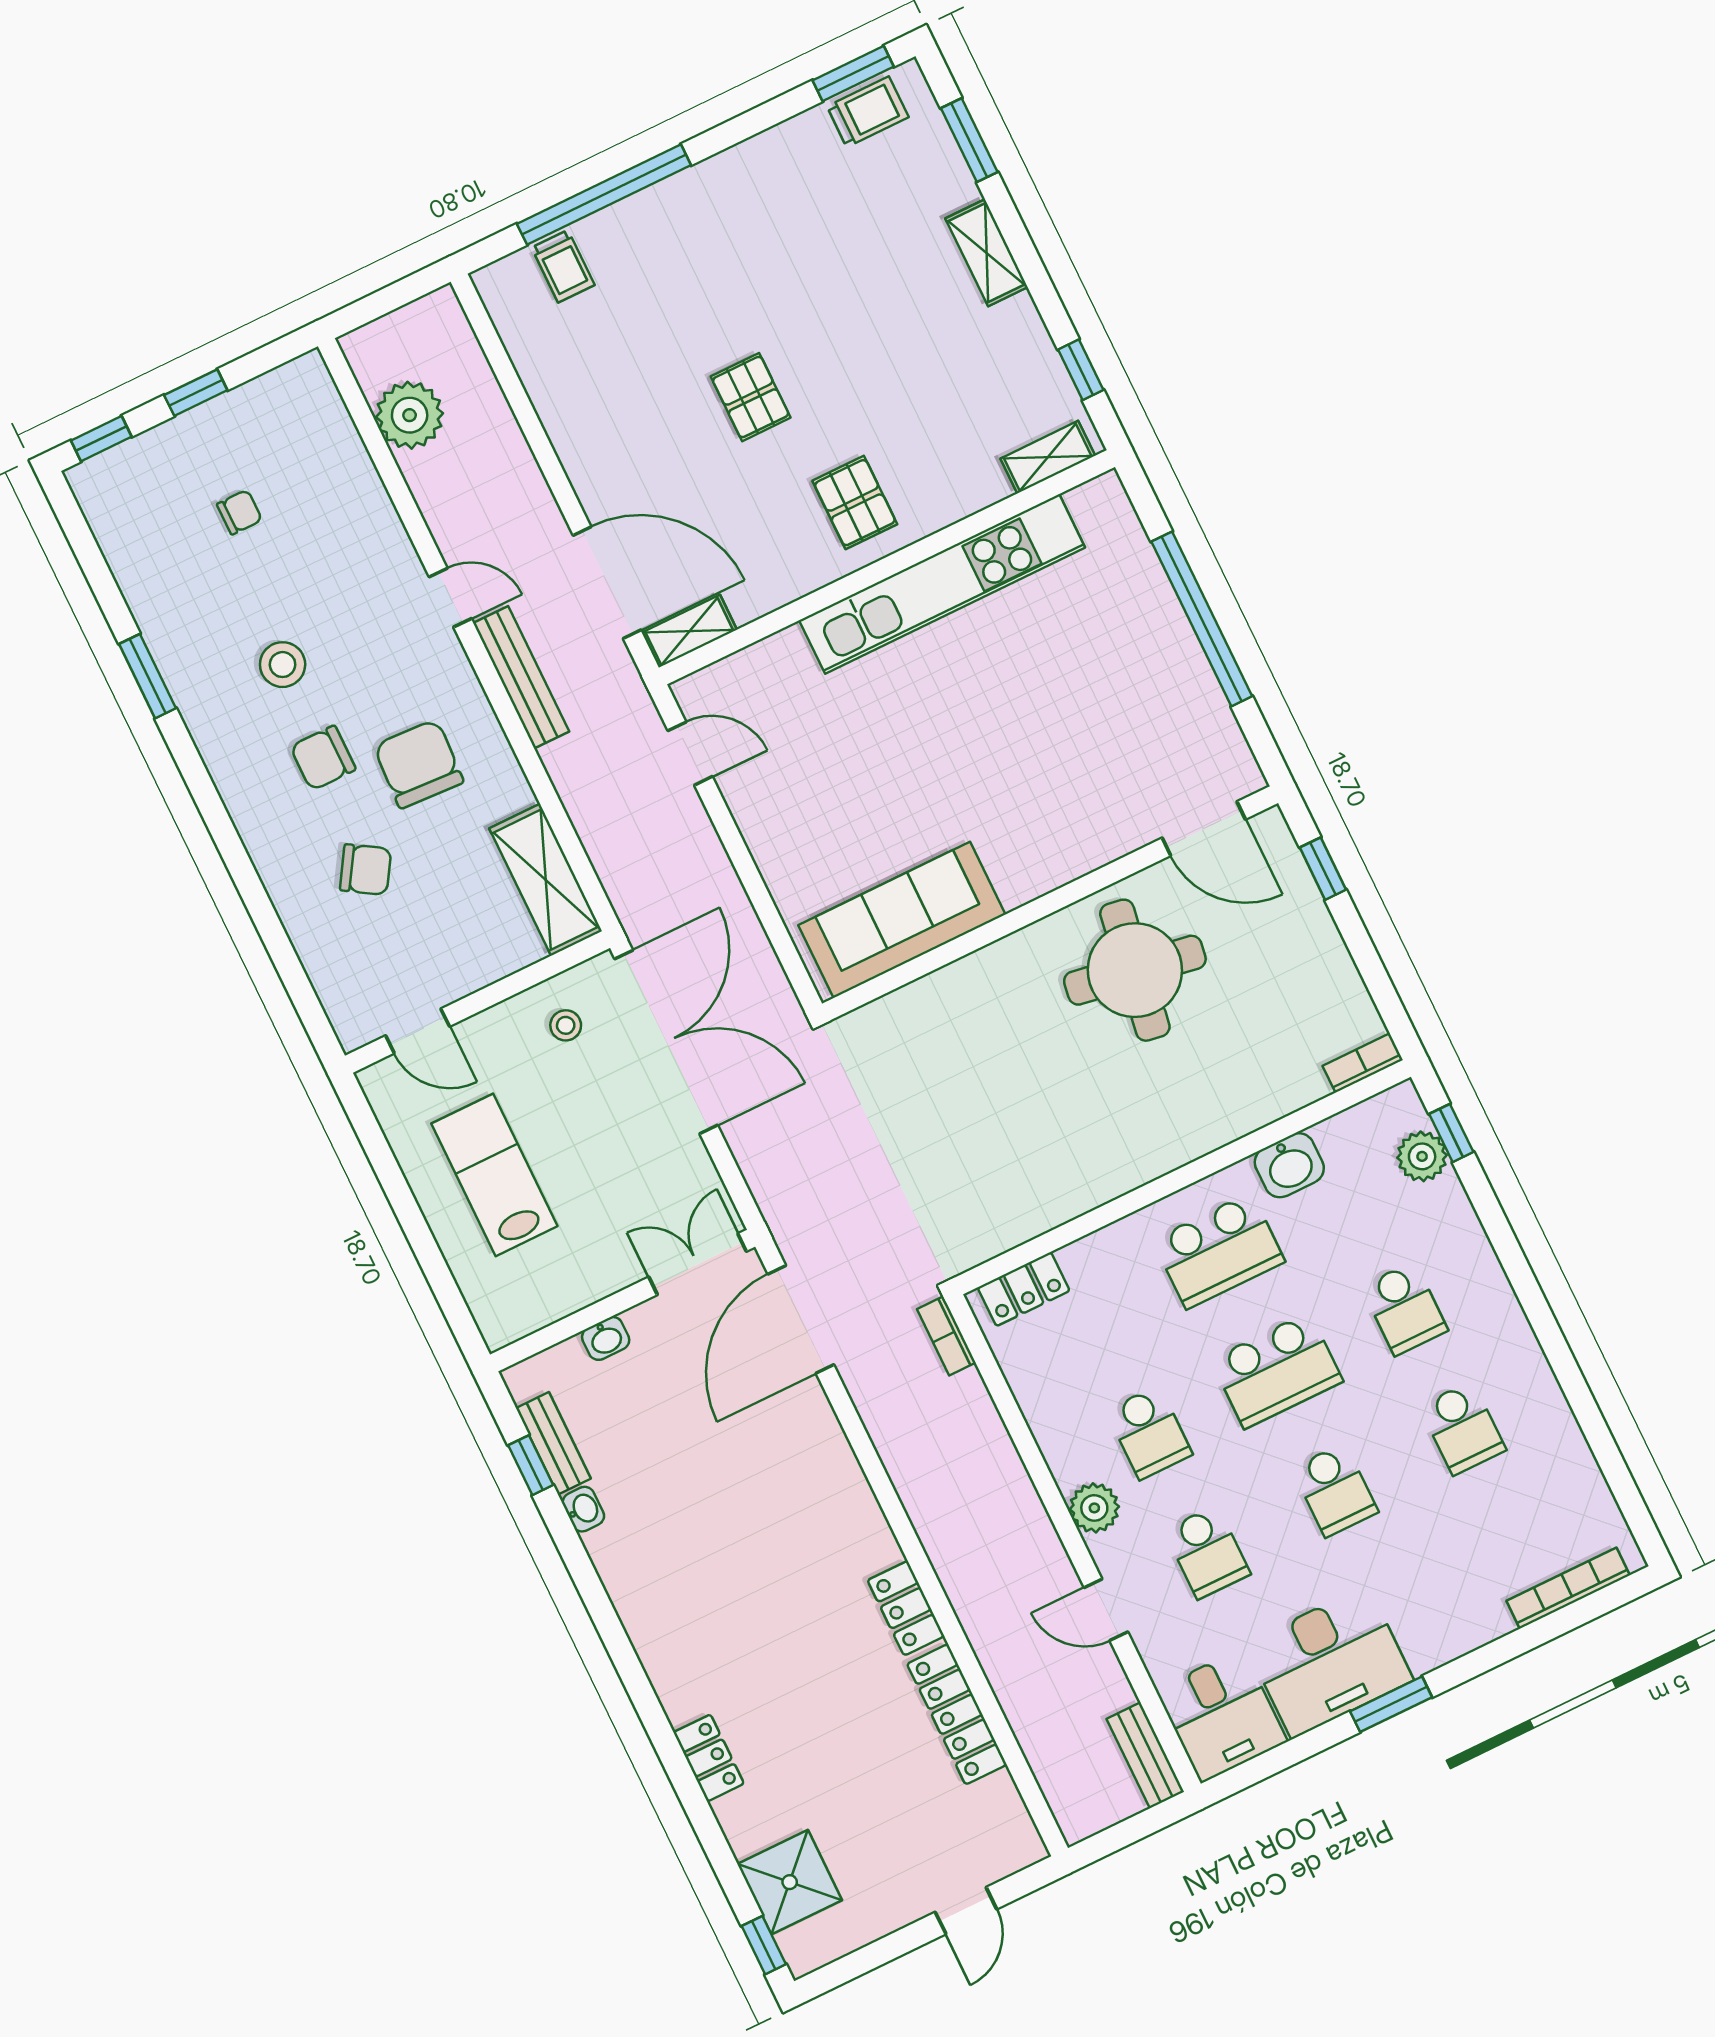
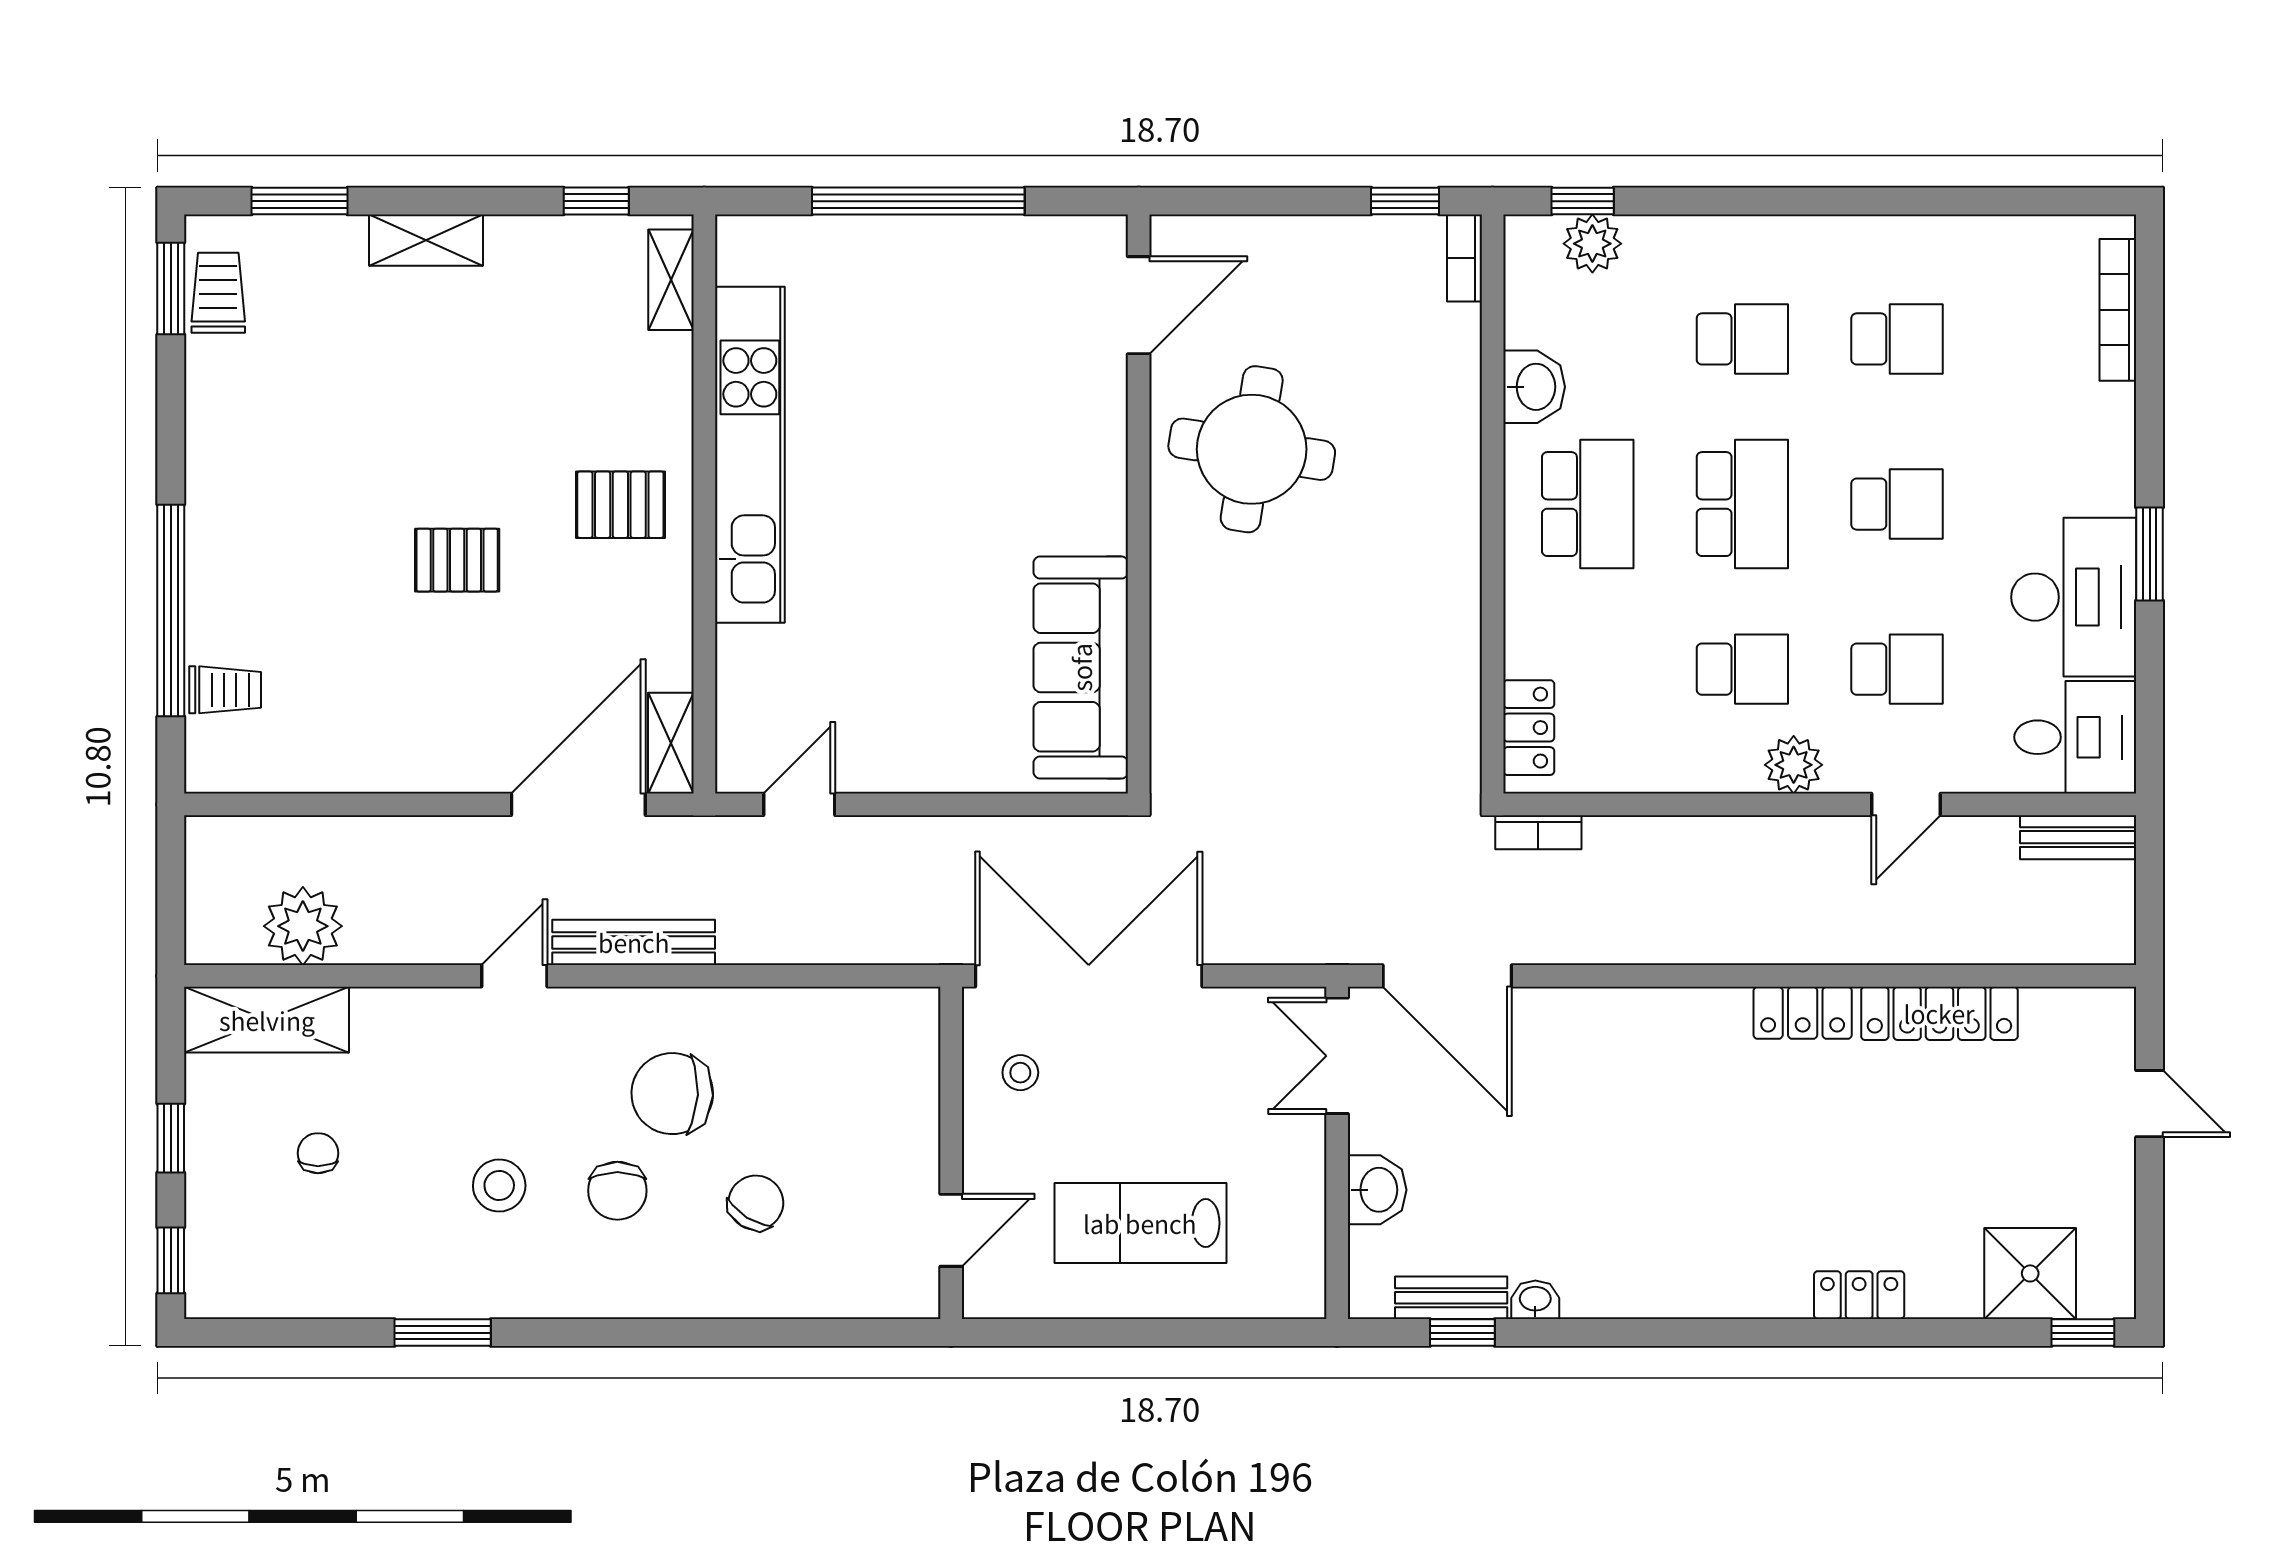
window: (1323, 869) -> (1405, 201), moved
shelving: (546, 880) -> (267, 1020), moved
washbasin: (606, 1338) -> (1377, 1190), width x1.38, depth x1.45

